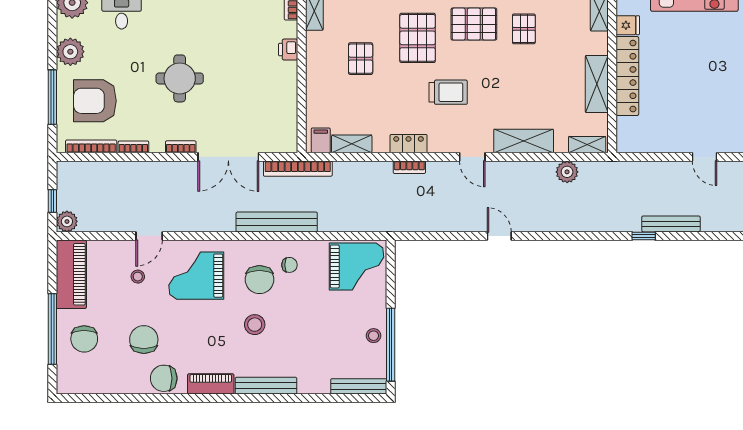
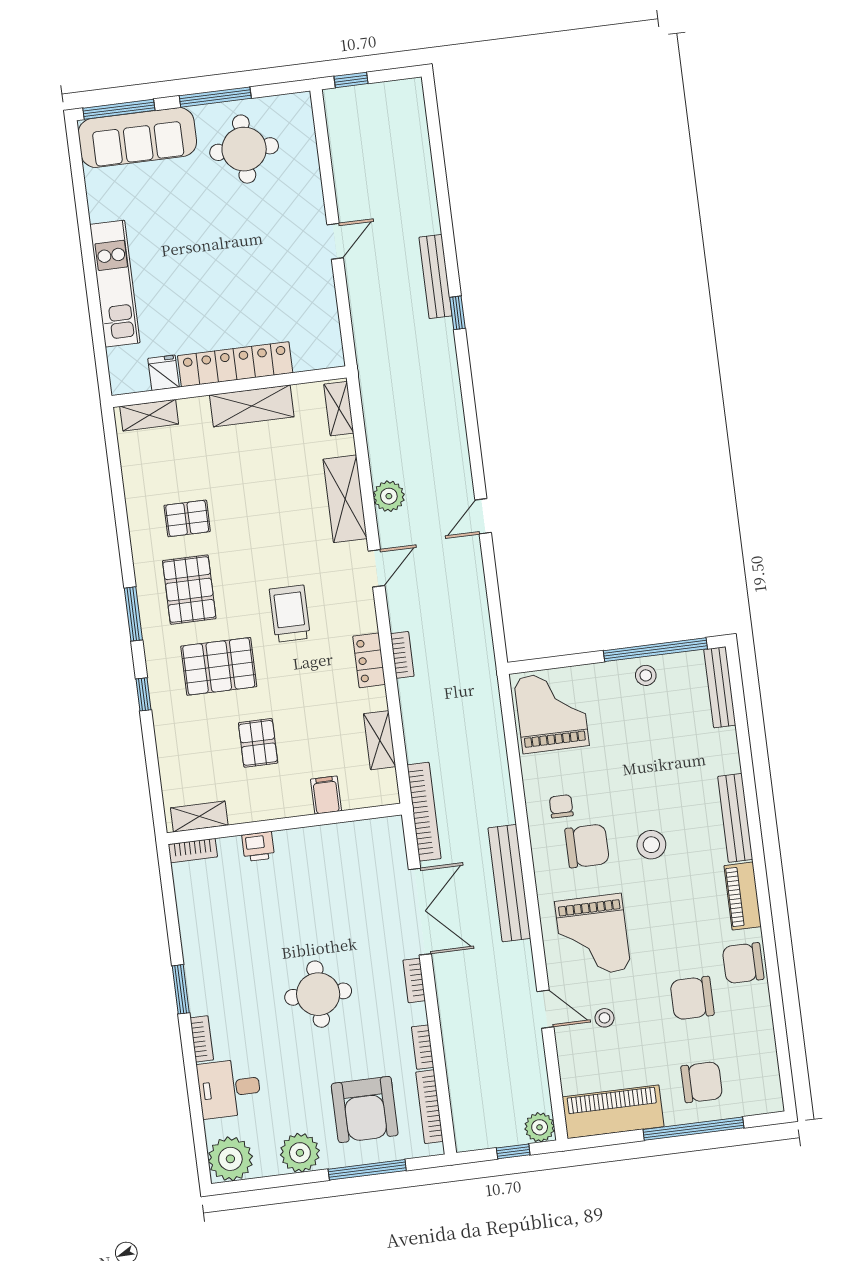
pallet: (361, 59) -> (258, 743), turned 90
filing cabinet: (321, 140) -> (326, 795), moved, turned 90
plant: (567, 172) -> (389, 496), moved
bench: (277, 222) -> (509, 883), moved
chair: (164, 378) -> (743, 963), turned 90

